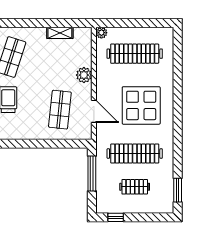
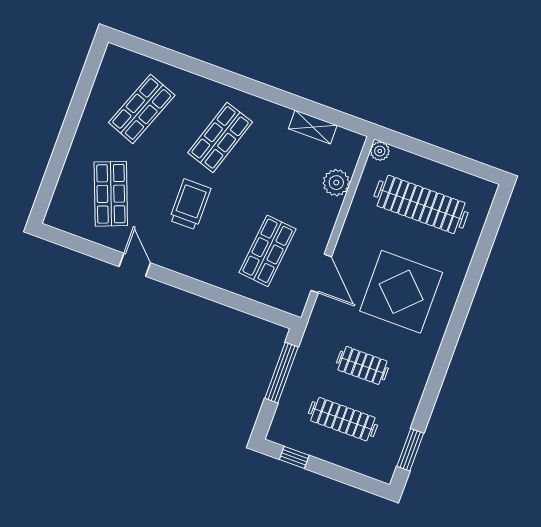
plant: (84, 75) -> (336, 183), moved
clothes rail: (135, 154) -> (362, 365), width x0.54, depth x0.76
clothes rail: (135, 187) -> (343, 419), width x1.36

